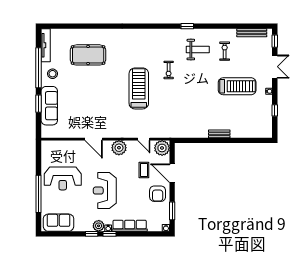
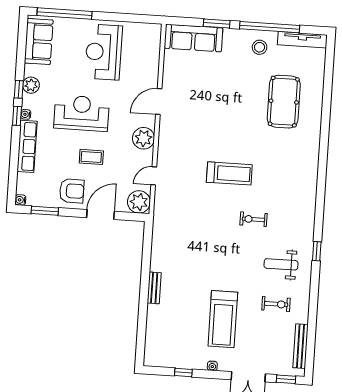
weight bench: (198, 50) -> (281, 264), turned 90
treadmill: (139, 88) -> (229, 173), width x0.73, depth x0.73
sofa: (49, 106) -> (193, 38), moved
coffee table: (144, 170) -> (91, 157), moved
window: (39, 194) -> (64, 13), moved
armchair: (158, 194) -> (72, 191), turned 180
plant: (99, 226) -> (31, 85), moved

